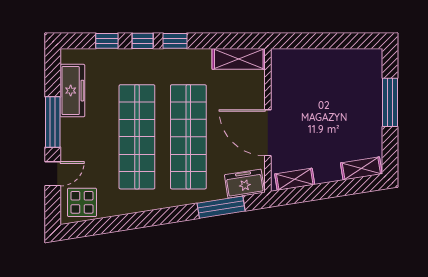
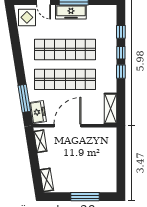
freezer: (72, 91) -> (71, 12), moved

